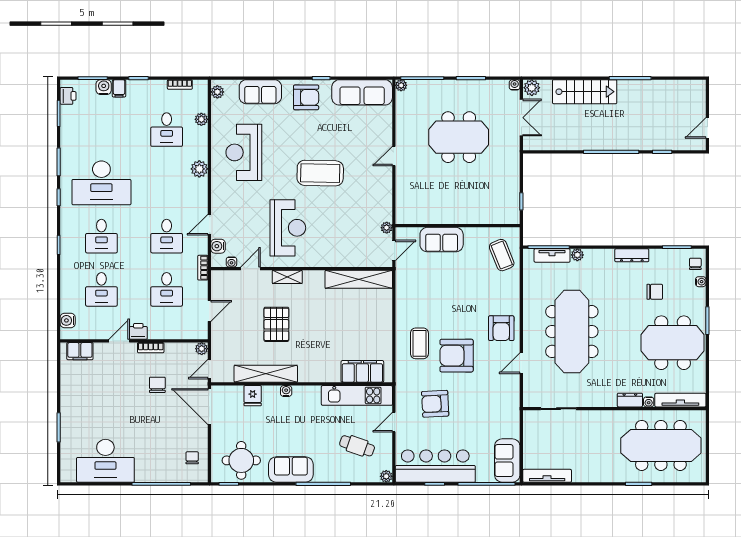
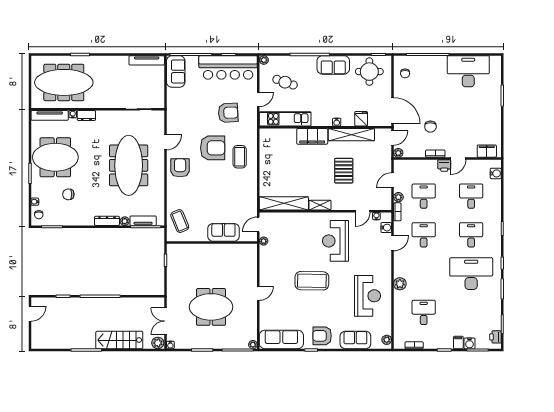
plant: (201, 119) -> (398, 197), moved
dresser: (632, 255) -> (107, 221), moved
shelving: (287, 277) -> (320, 205), moved
filing cabinet: (362, 371) -> (312, 136), moved

